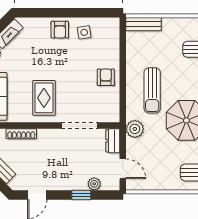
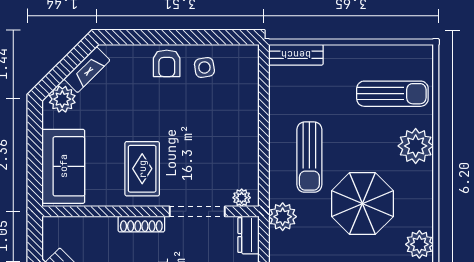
armchair: (106, 77) -> (238, 137), removed
plant: (108, 117) -> (242, 198), added
shoe rack: (21, 134) -> (141, 224), moved

